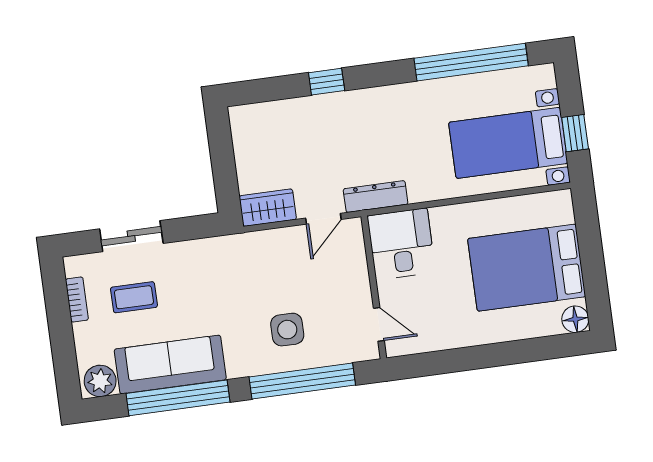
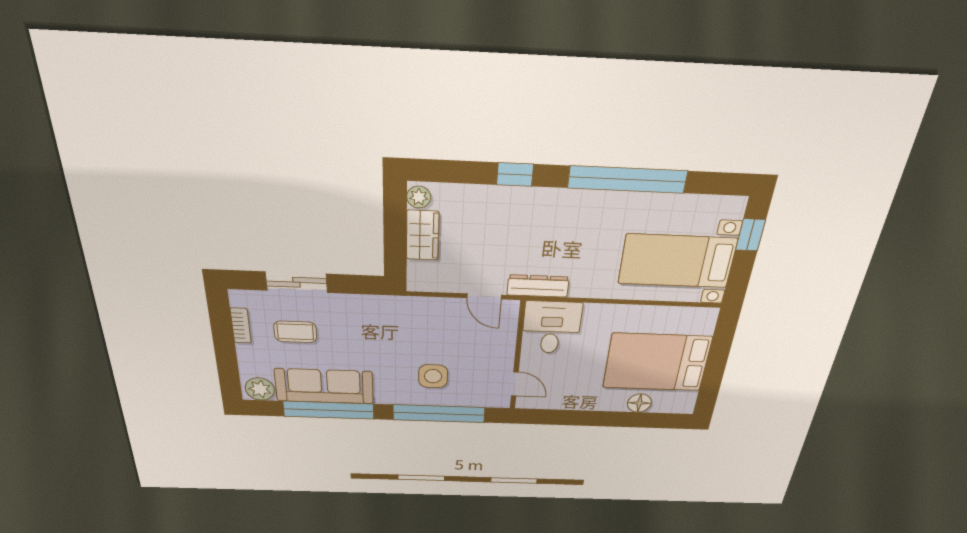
window: (471, 62) -> (627, 179), moved
plant: (240, 121) -> (419, 197), added
window: (575, 133) -> (750, 235), moved
wardrobe: (268, 208) -> (422, 235), moved, turned 90
door: (323, 219) -> (484, 296), hinge flipped
floor lamp: (575, 319) -> (639, 403), moved

